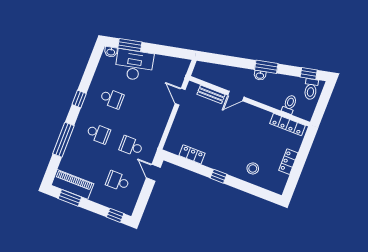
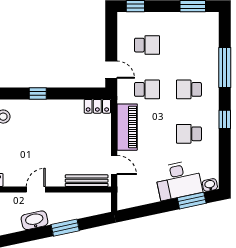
window: (266, 67) -> (65, 228), moved
washbasin: (260, 75) -> (34, 220), width x1.91, depth x1.45
bench: (211, 94) -> (87, 181), width x1.36
door: (236, 96) -> (36, 190), moved
locker: (192, 154) -> (97, 106), moved
piano: (72, 184) -> (127, 127), moved, turned -90

